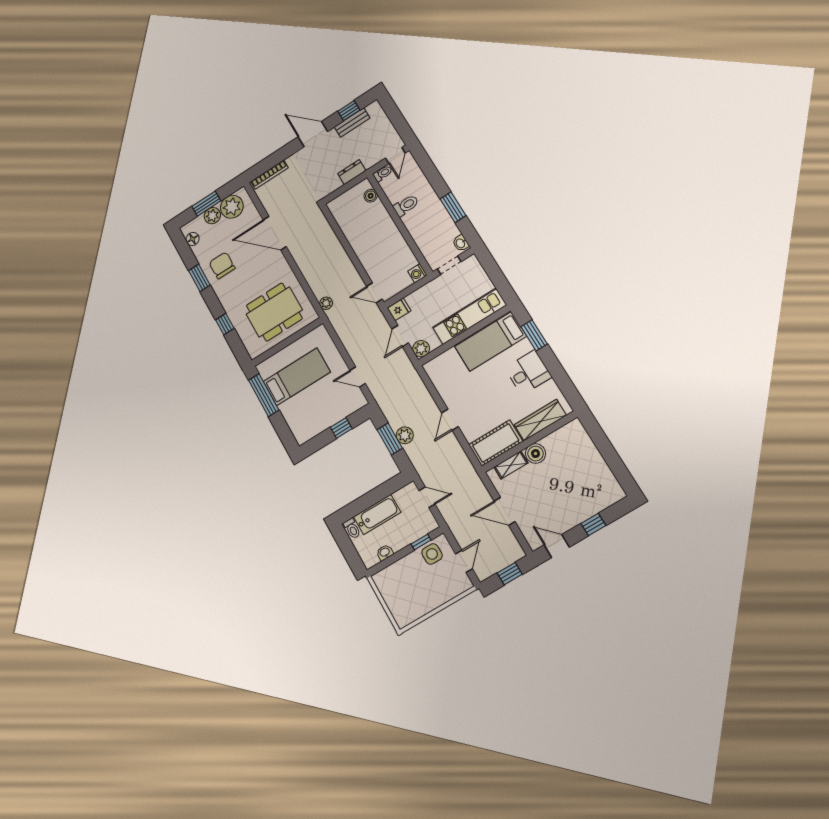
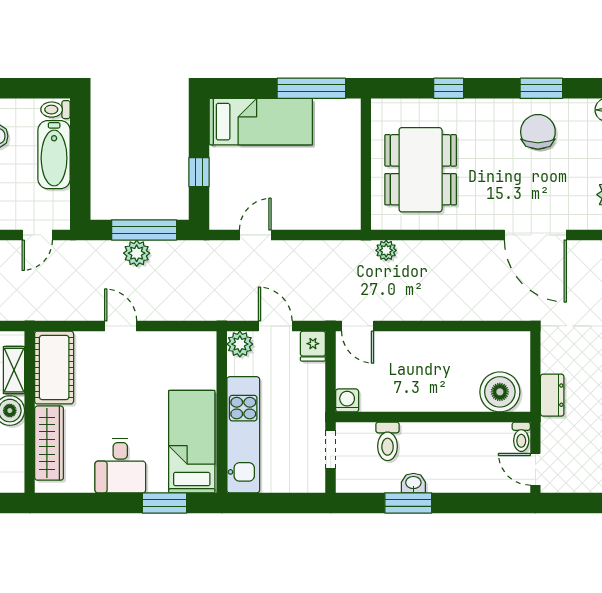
boiler: (371, 196) -> (500, 392), width x1.86, depth x1.86
toilet: (406, 205) -> (388, 441), moved
door: (275, 233) -> (535, 235), swing flipped
washbasin: (461, 243) -> (413, 483), moved
chair: (222, 265) -> (538, 132), turned -90
door: (374, 293) -> (358, 326), swing flipped
bed: (297, 377) -> (261, 122), moved, turned -90
window: (390, 439) -> (144, 230), width x1.44

